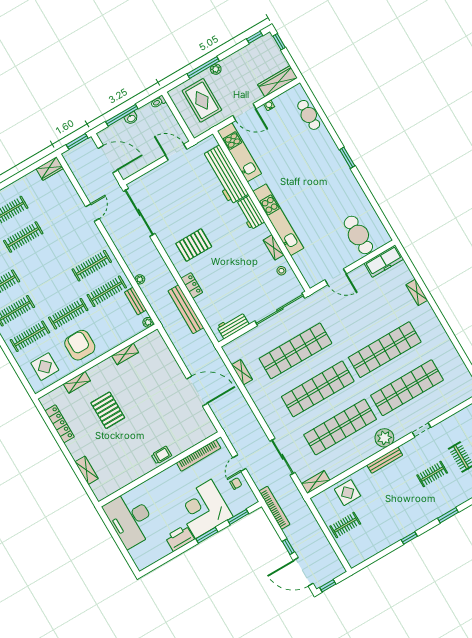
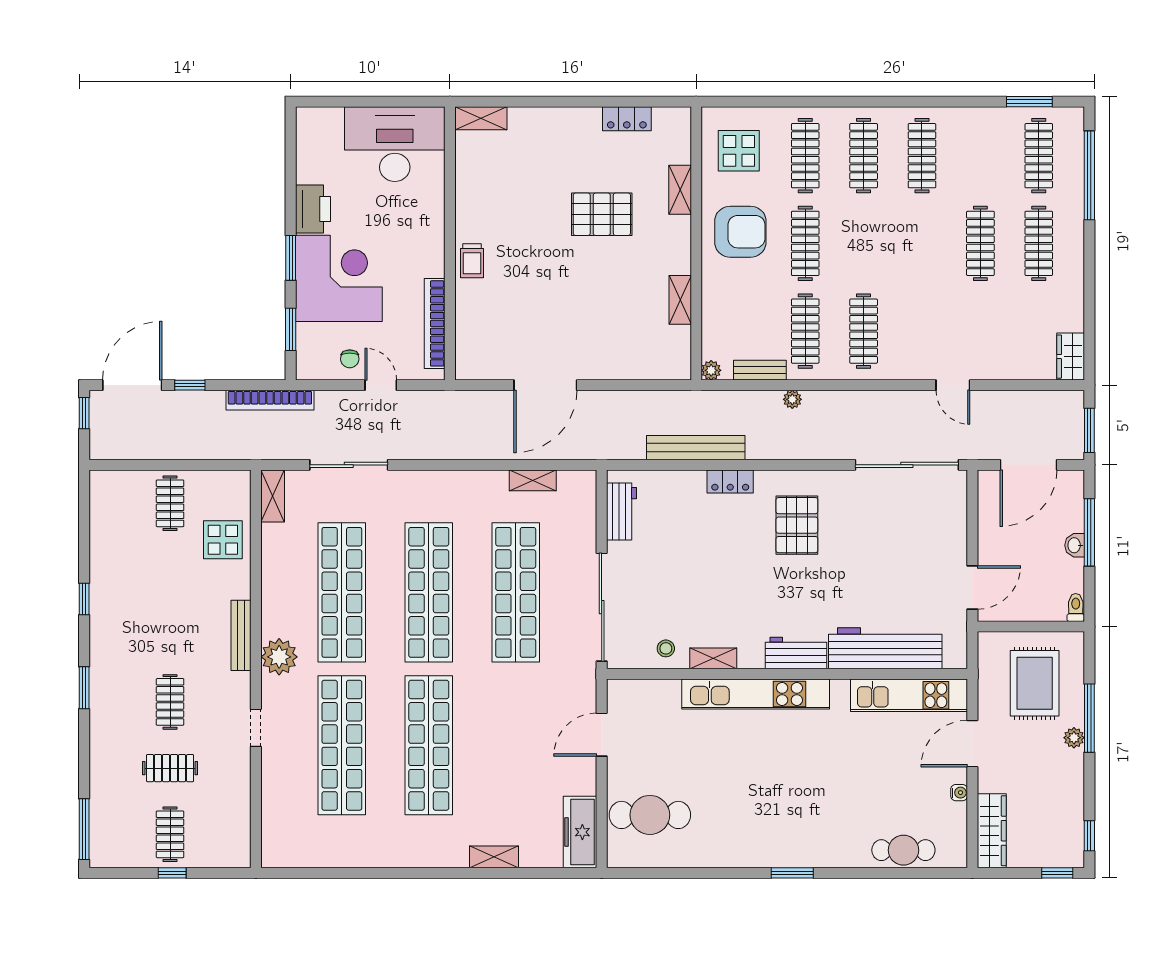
rug: (202, 100) -> (1035, 683), turned 90
locker: (60, 424) -> (627, 119), width x0.66
shelving: (87, 470) -> (481, 118), moved

